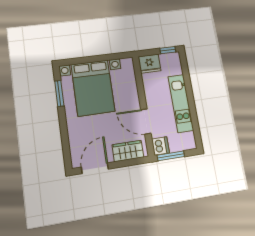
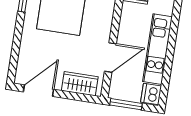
door: (146, 122) -> (110, 58), swing flipped
dishwasher: (160, 146) -> (151, 94), moved, turned 180

